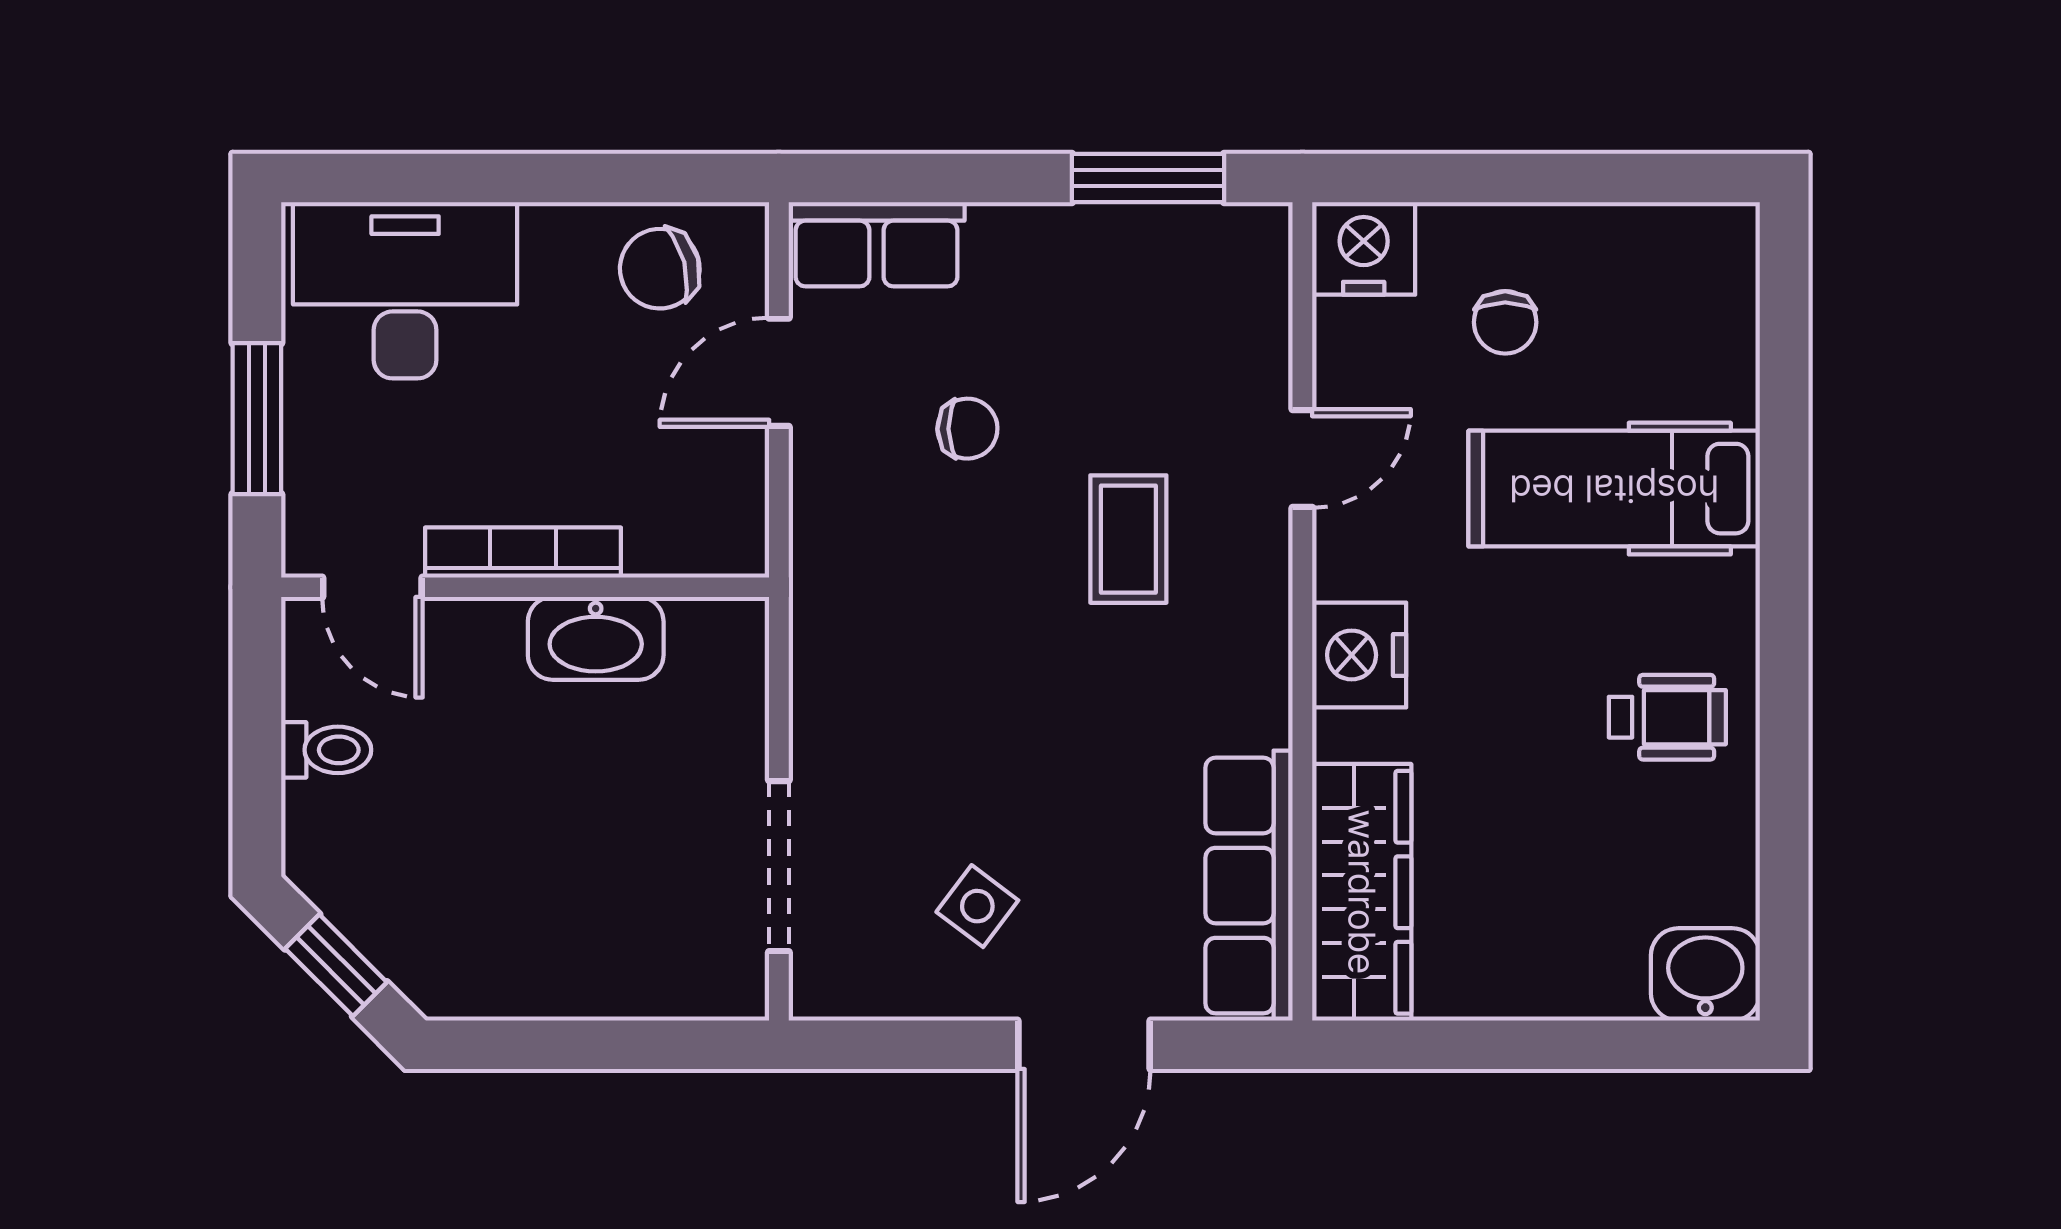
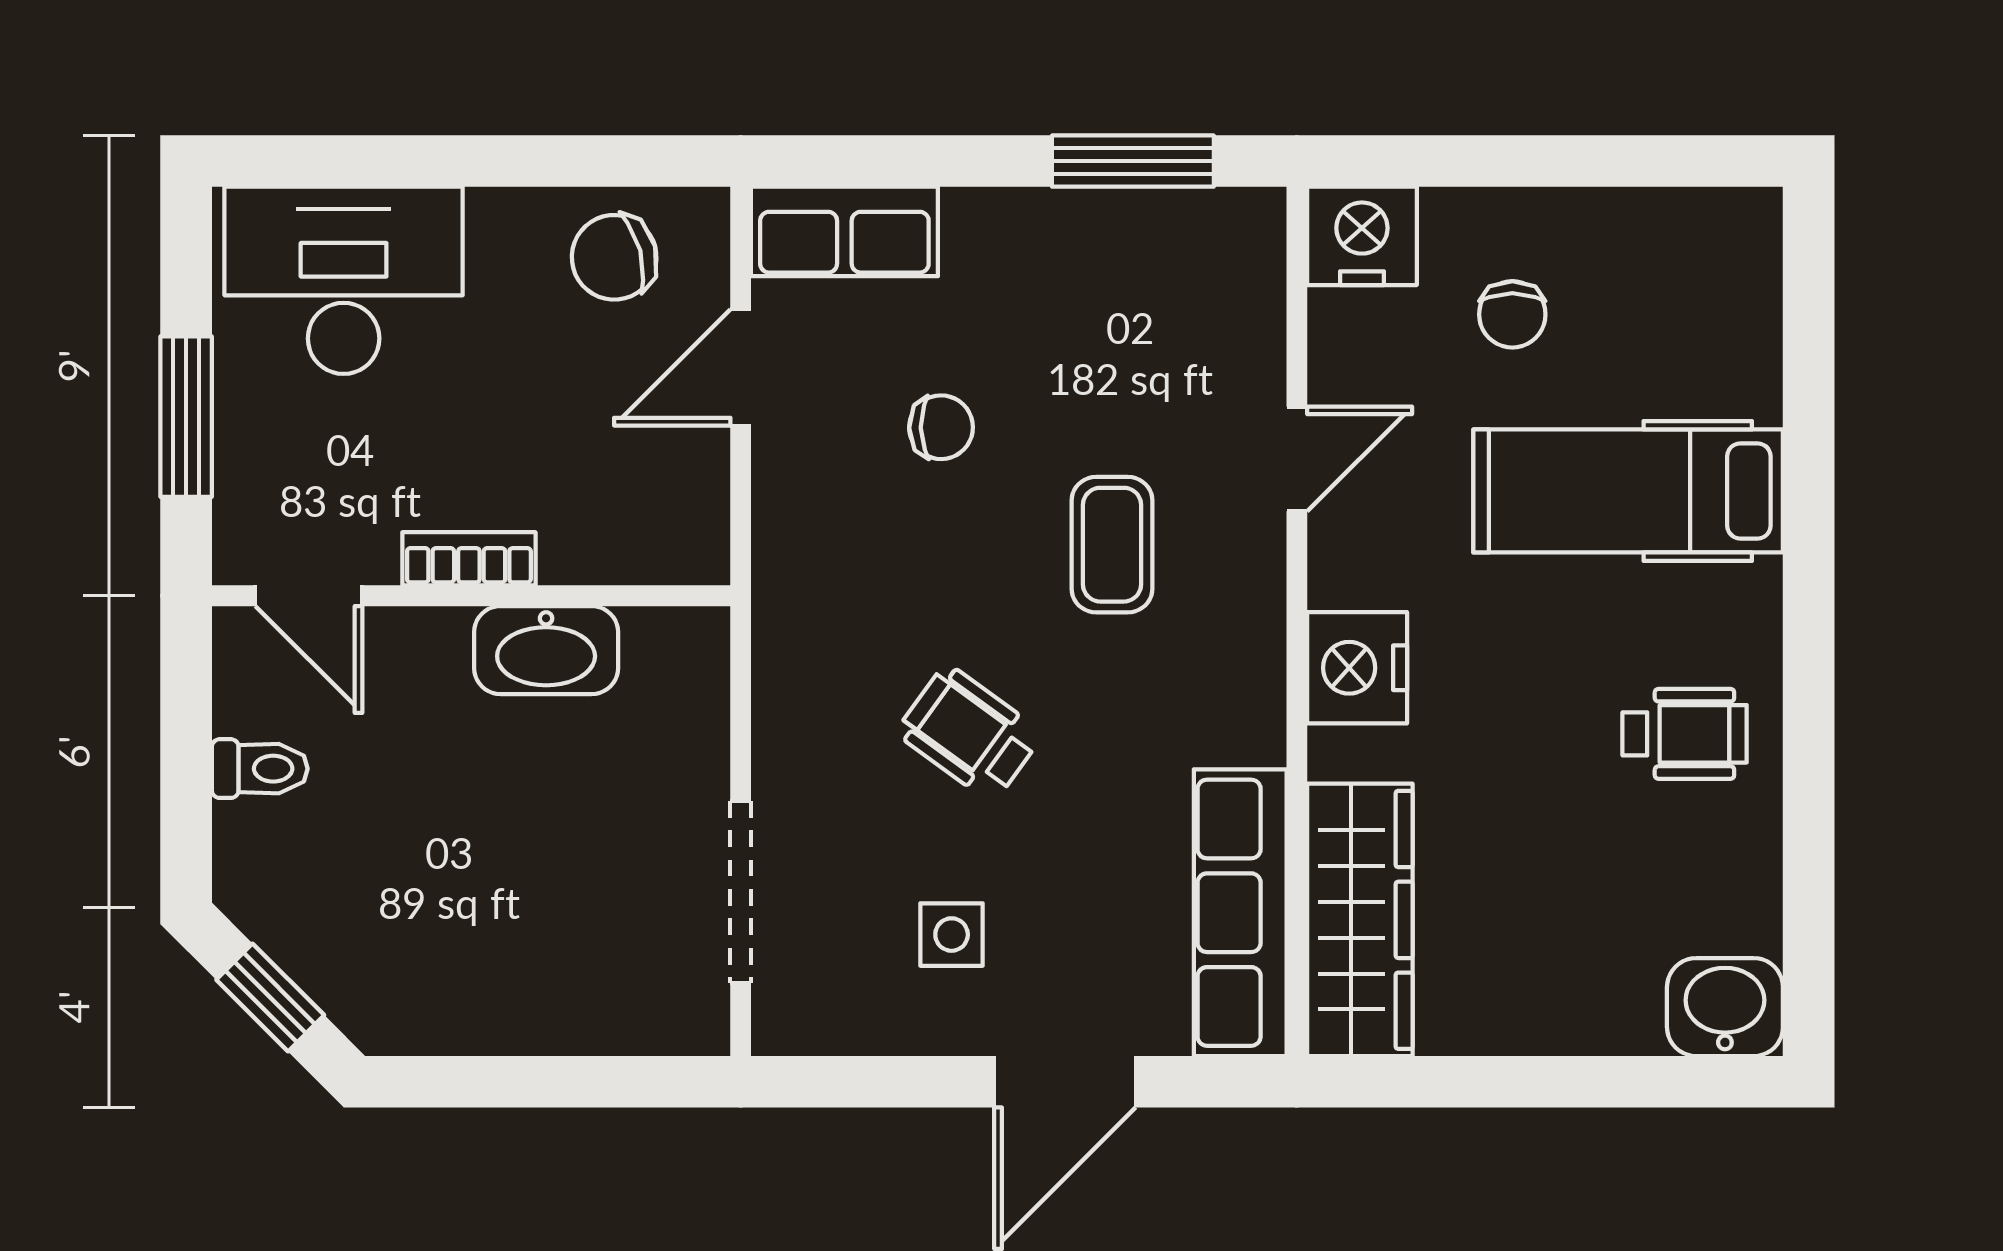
bookcase: (523, 552) -> (469, 559), width x0.64
wheelchair: (994, 716) -> (969, 733), added
side table: (977, 906) -> (952, 935), turned -37

